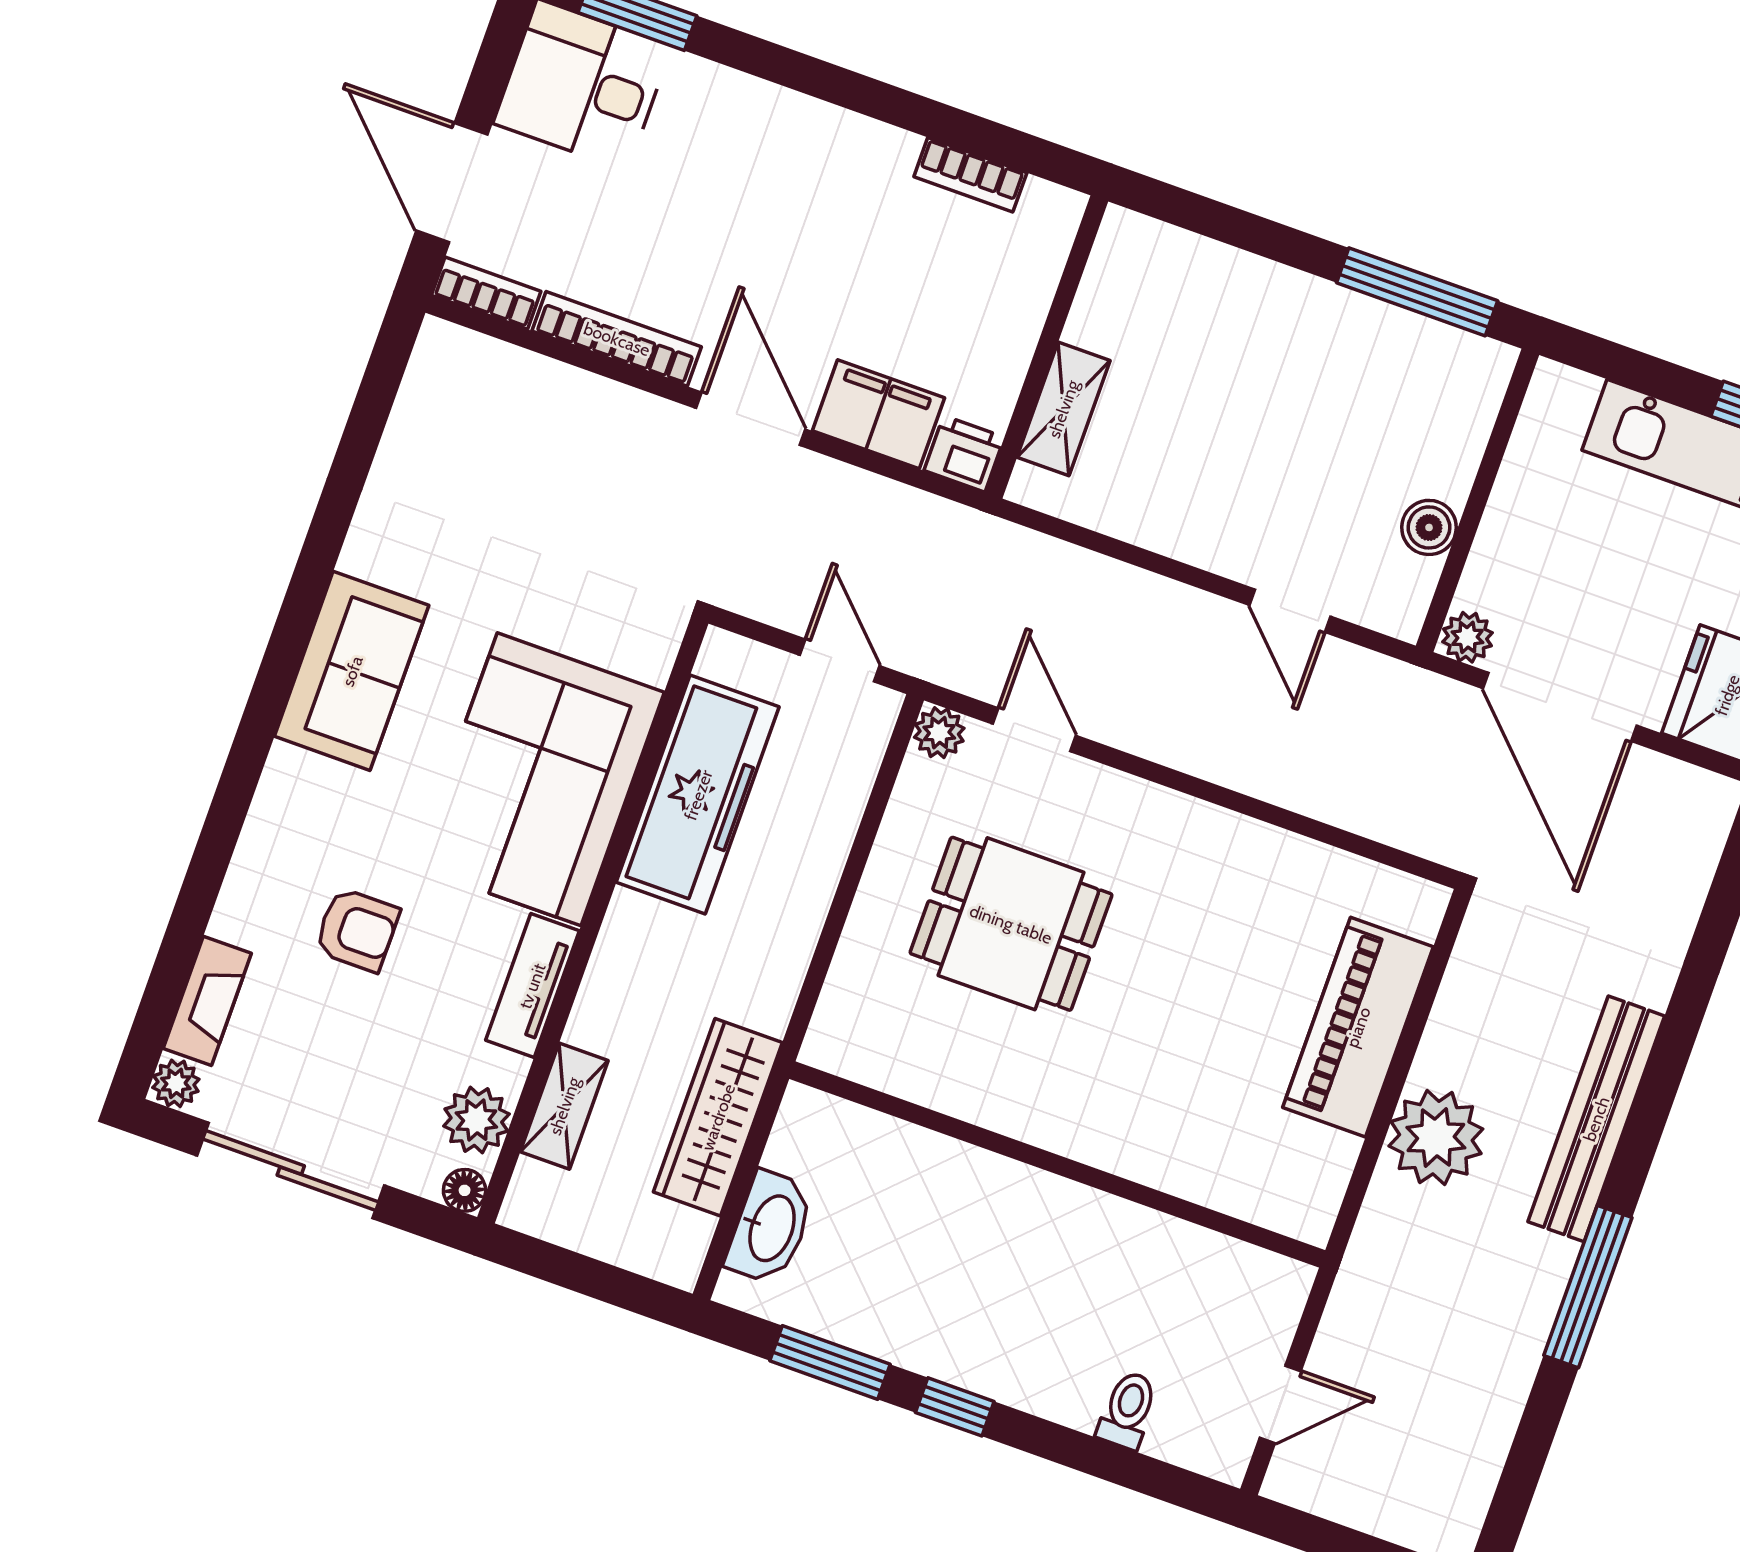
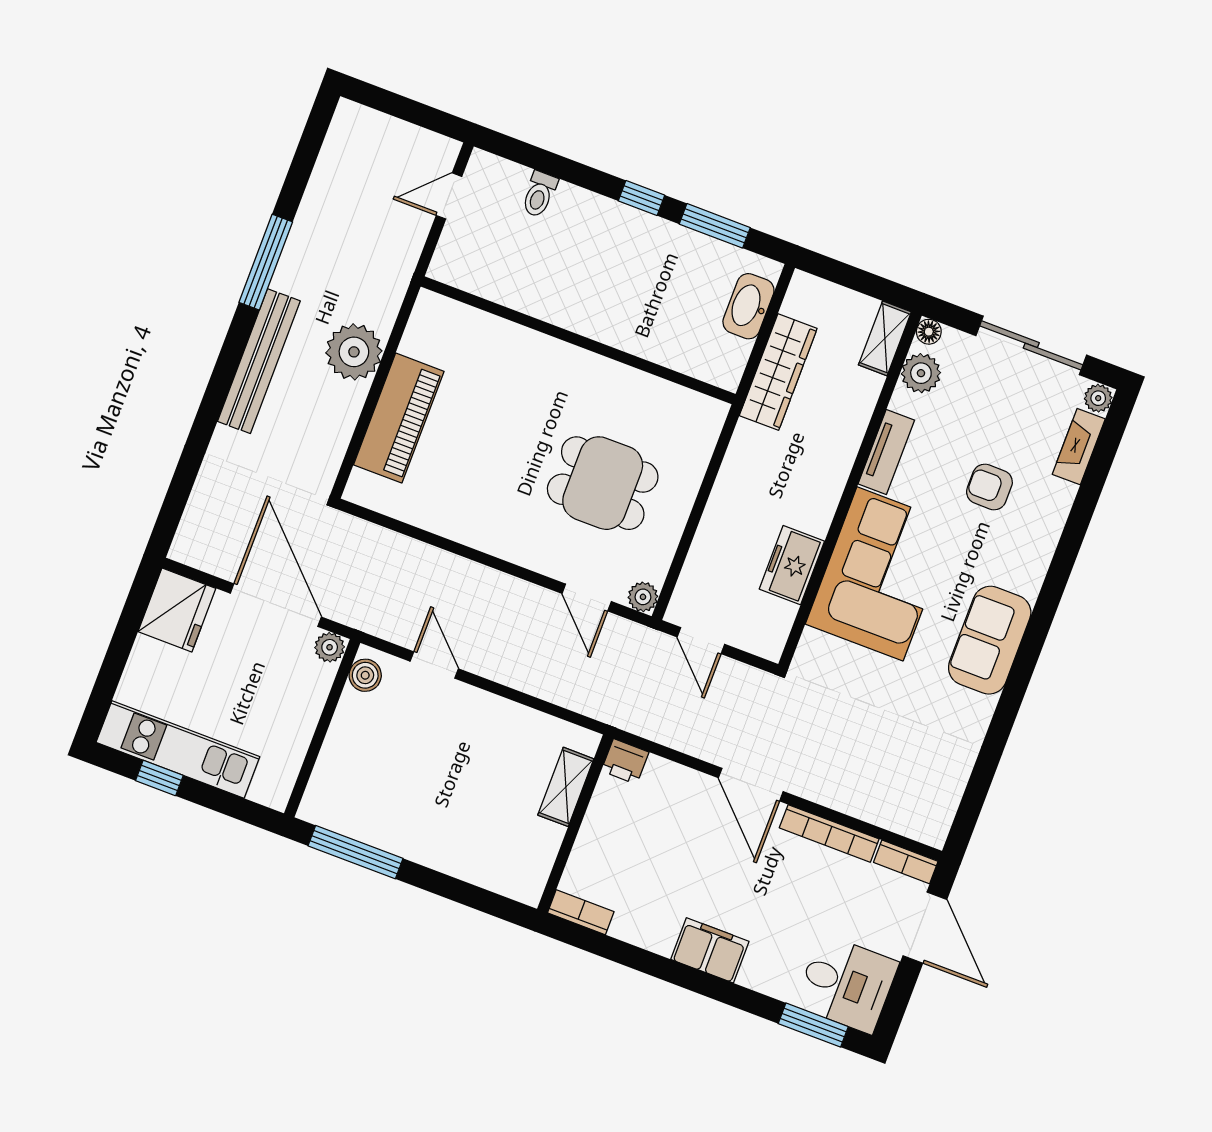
bookcase: (970, 175) -> (581, 912), moved
filing cabinet: (878, 414) -> (710, 950), moved, turned 180
boiler: (1429, 527) -> (365, 675), moved
freezer: (698, 795) -> (792, 565), width x0.52, depth x0.79
shelving: (564, 1106) -> (885, 338), moved

